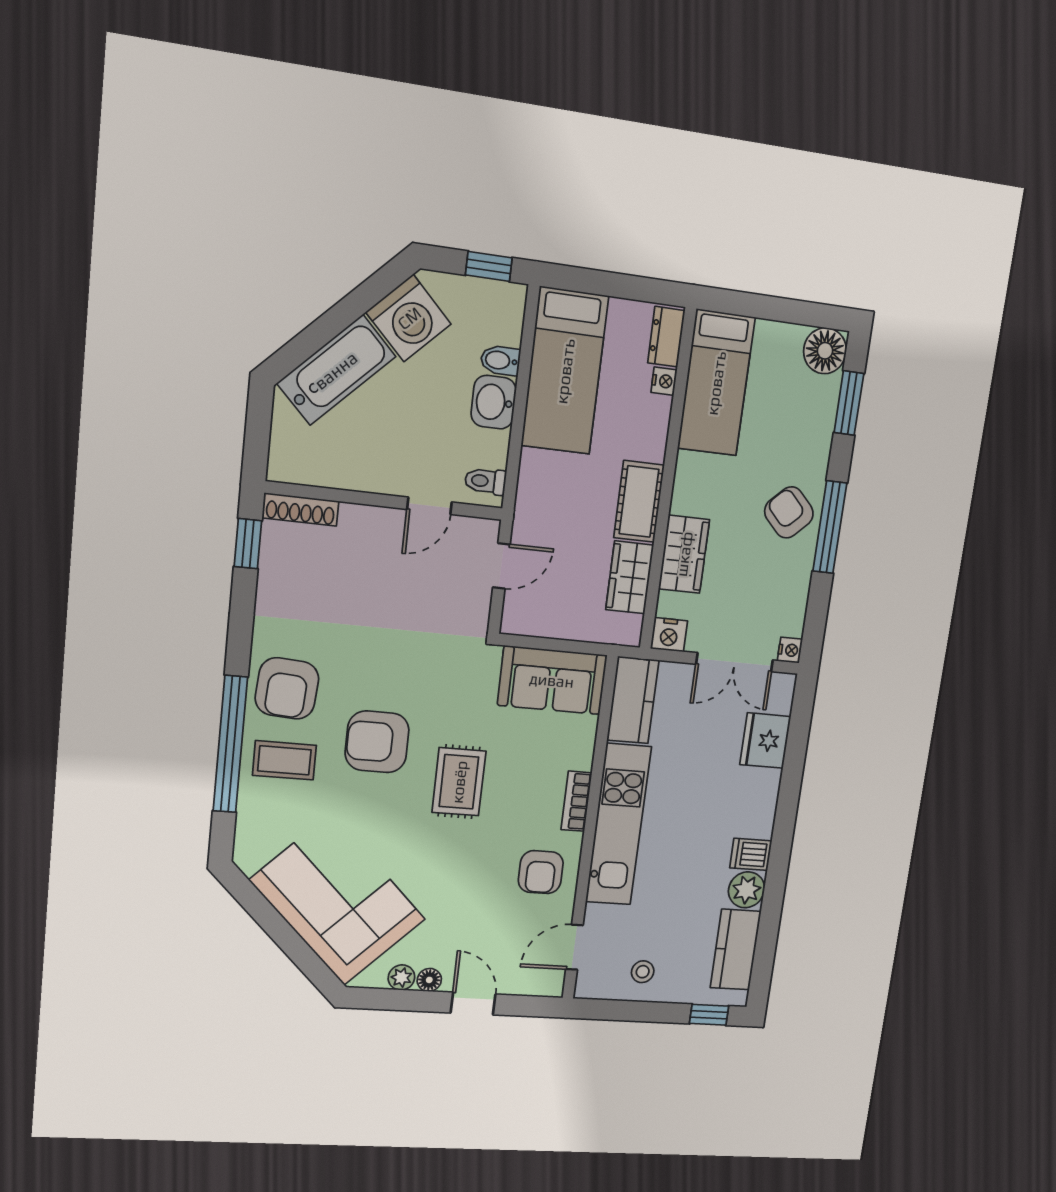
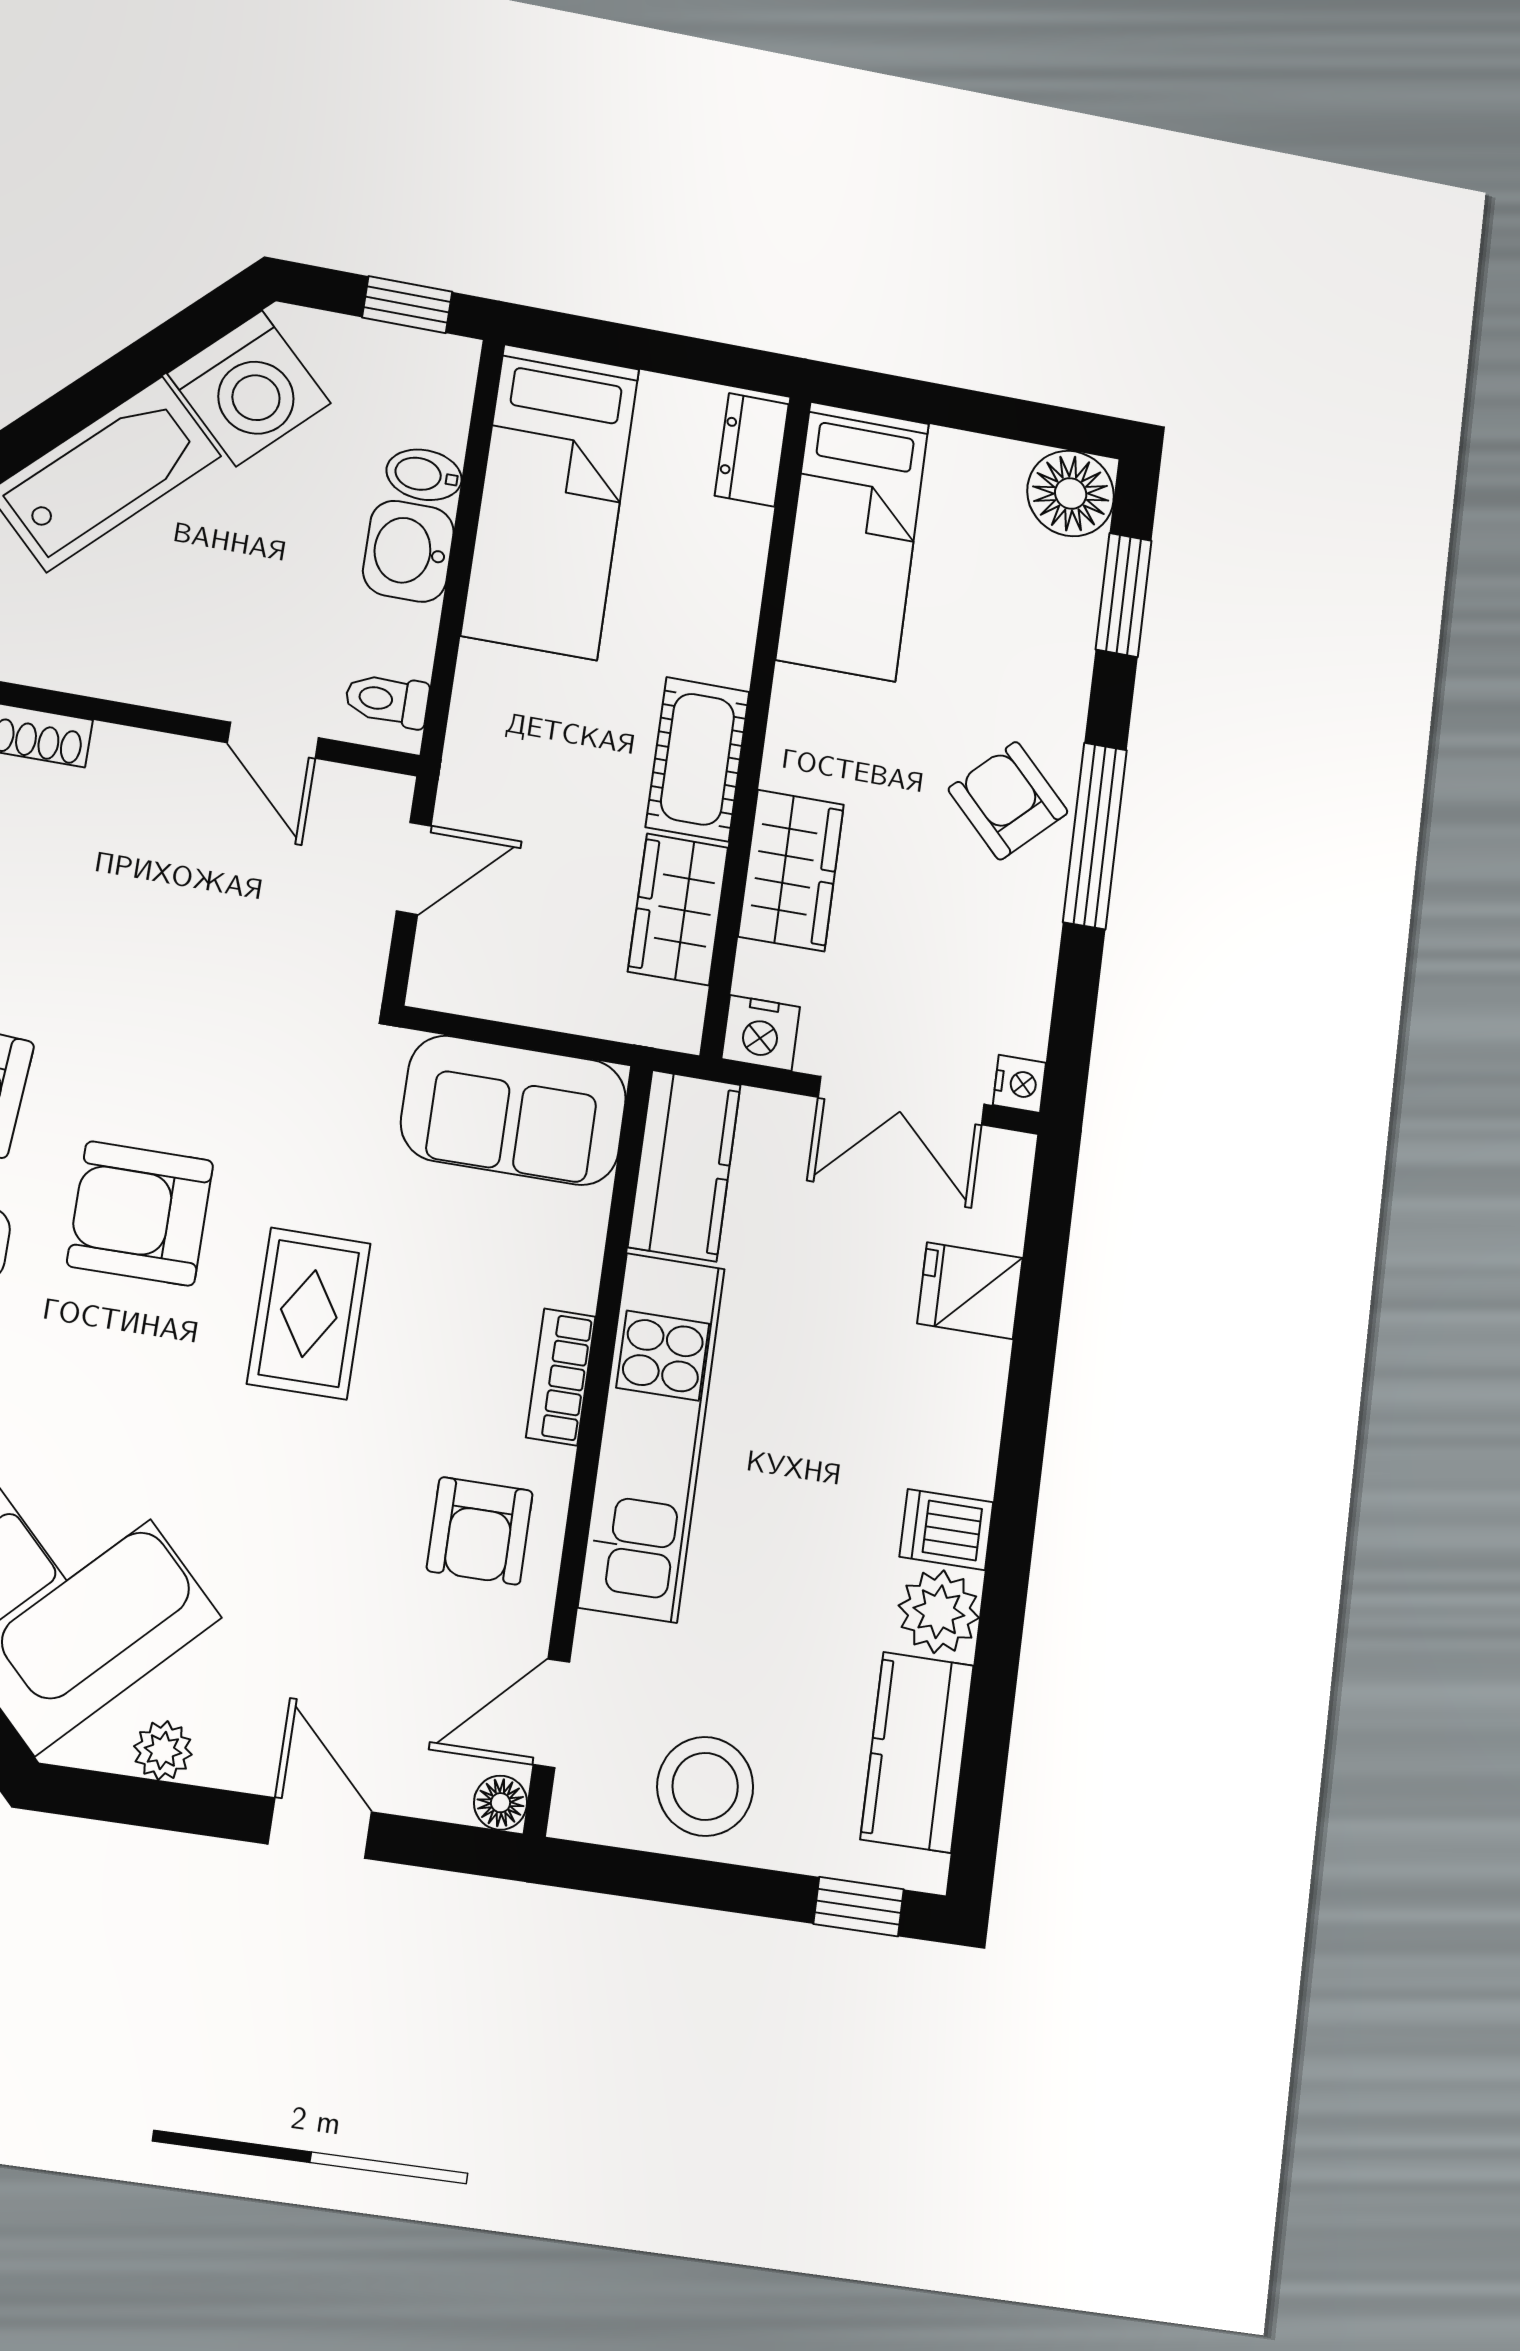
nightstand: (664, 381) -> (748, 532), removed
door: (429, 506) -> (273, 740), hinge flipped
fridge: (765, 741) -> (970, 1291), width x0.72
stool: (643, 972) -> (705, 1786), width x1.89, depth x1.89
floor lamp: (429, 980) -> (500, 1803), moved

